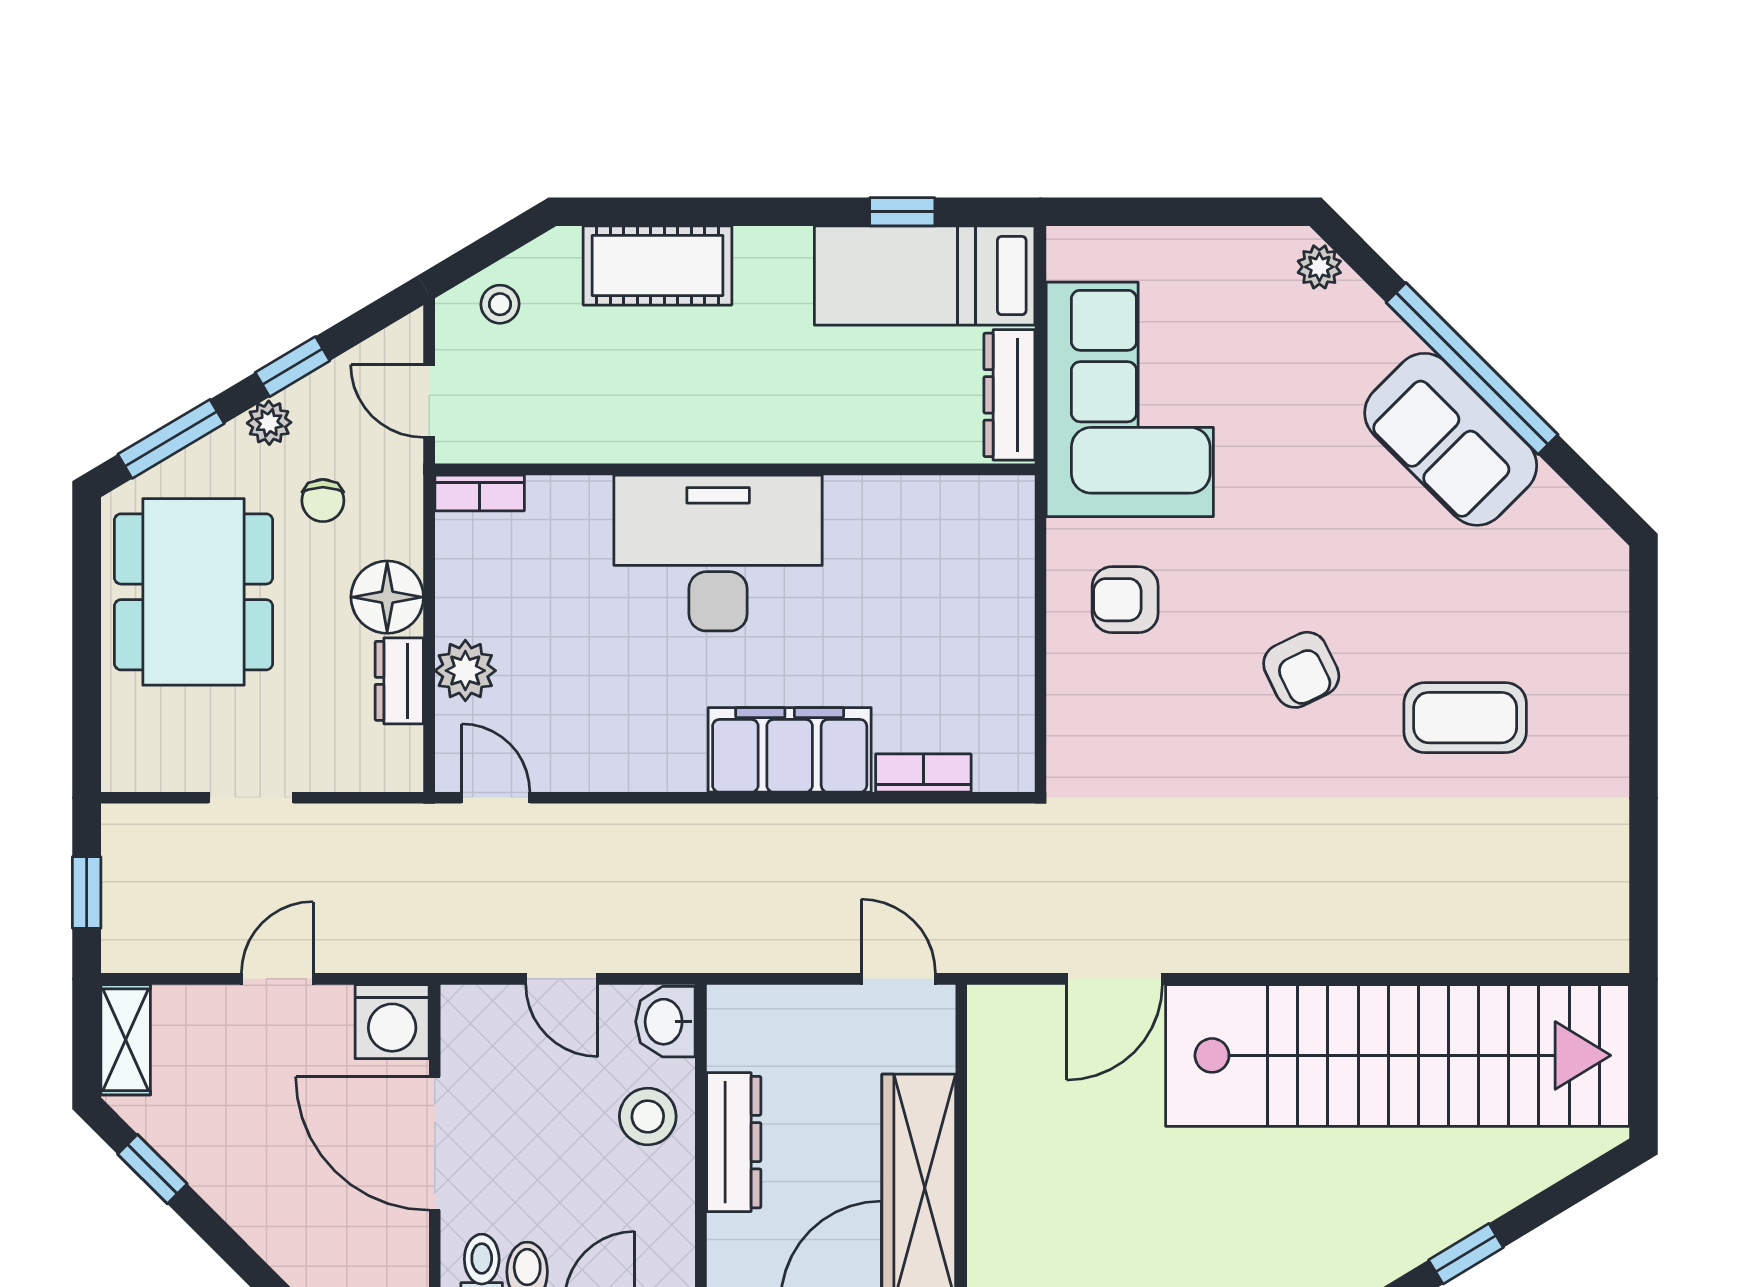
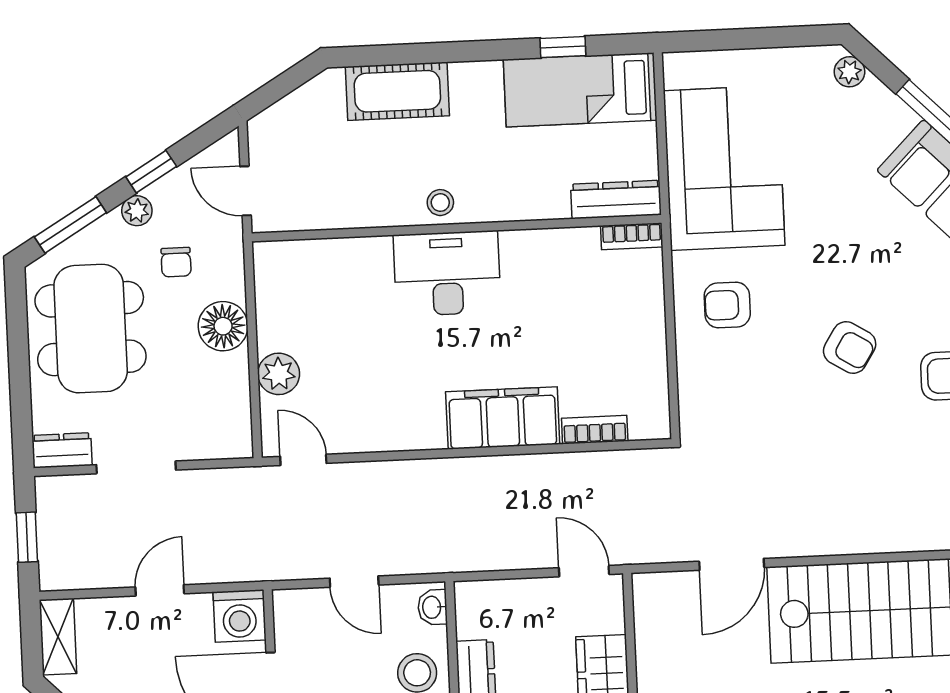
stool: (500, 304) -> (440, 203), moved
dresser: (1009, 395) -> (616, 200), moved, turned 90
bookcase: (480, 493) -> (632, 236), moved
desk: (718, 553) -> (447, 273), width x0.73, depth x0.77
armchair: (1301, 670) -> (850, 347), turned -32
dresser: (399, 681) -> (62, 450), moved, turned 90
doorway: (251, 798) -> (136, 467), width x1.38
washbasin: (665, 1022) -> (433, 607), width x0.72, depth x0.69

